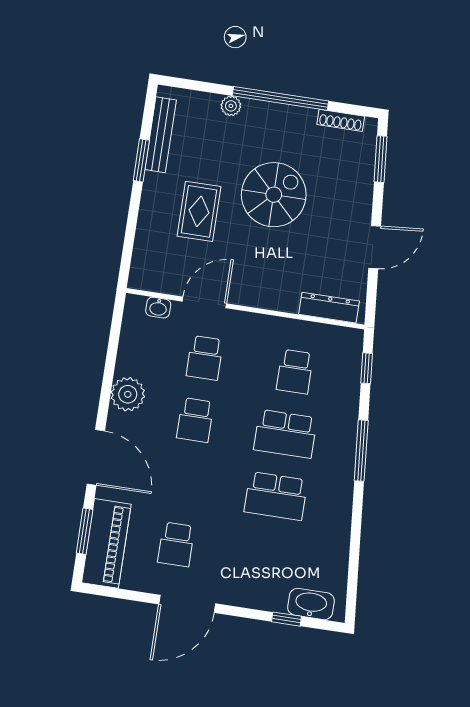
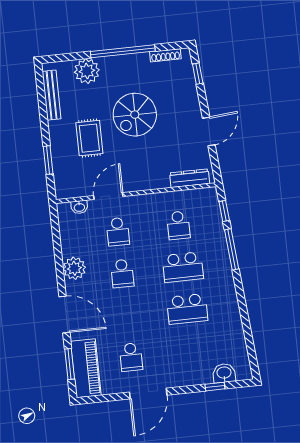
plant: (231, 106) -> (87, 71), width x1.88, depth x1.88
window: (380, 159) -> (198, 74), width x0.67
window: (141, 160) -> (48, 160), moved
spiral stairs: (274, 195) -> (135, 115), turned 180
window: (361, 451) -> (232, 249), moved
washbasin: (311, 604) -> (224, 373), width x0.72

